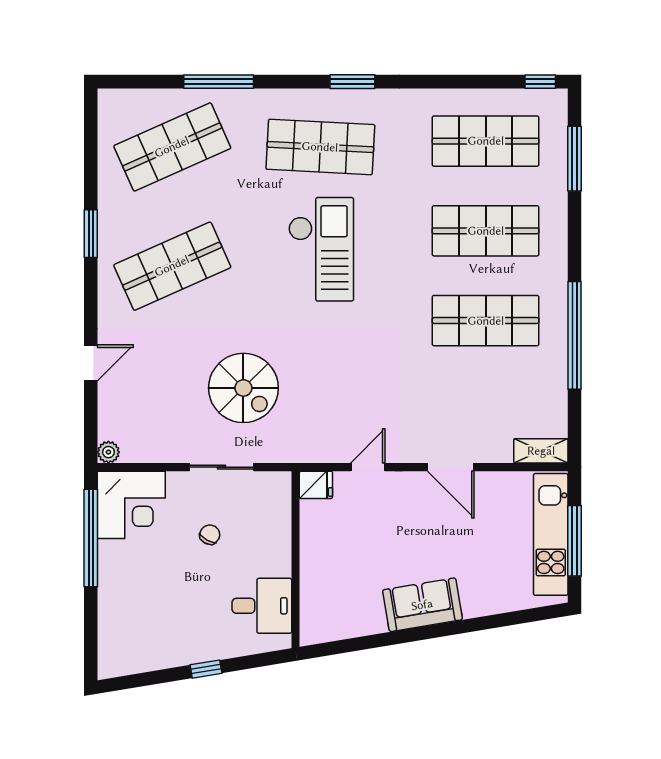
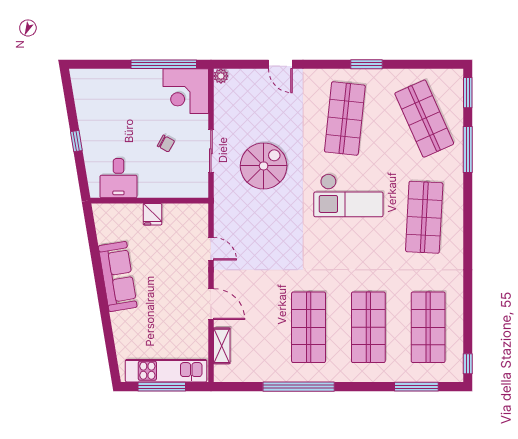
window: (352, 82) -> (468, 93), moved
checkout: (321, 249) -> (348, 195), moved
shop shelf: (172, 266) -> (345, 119), turned 30
spiral stairs: (243, 388) -> (264, 166), turned 180
shelving: (541, 451) -> (222, 346), moved
door: (451, 467) -> (211, 304), swing flipped
fridge: (316, 485) -> (152, 214), moved
sofa: (422, 605) -> (118, 276), width x1.36

